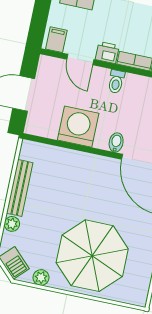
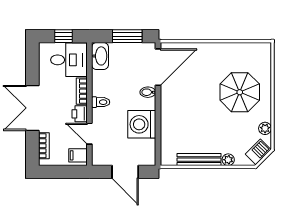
door: (80, 59) -> (89, 134), swing flipped
parasol: (92, 256) -> (240, 92), width x0.73, depth x0.73

